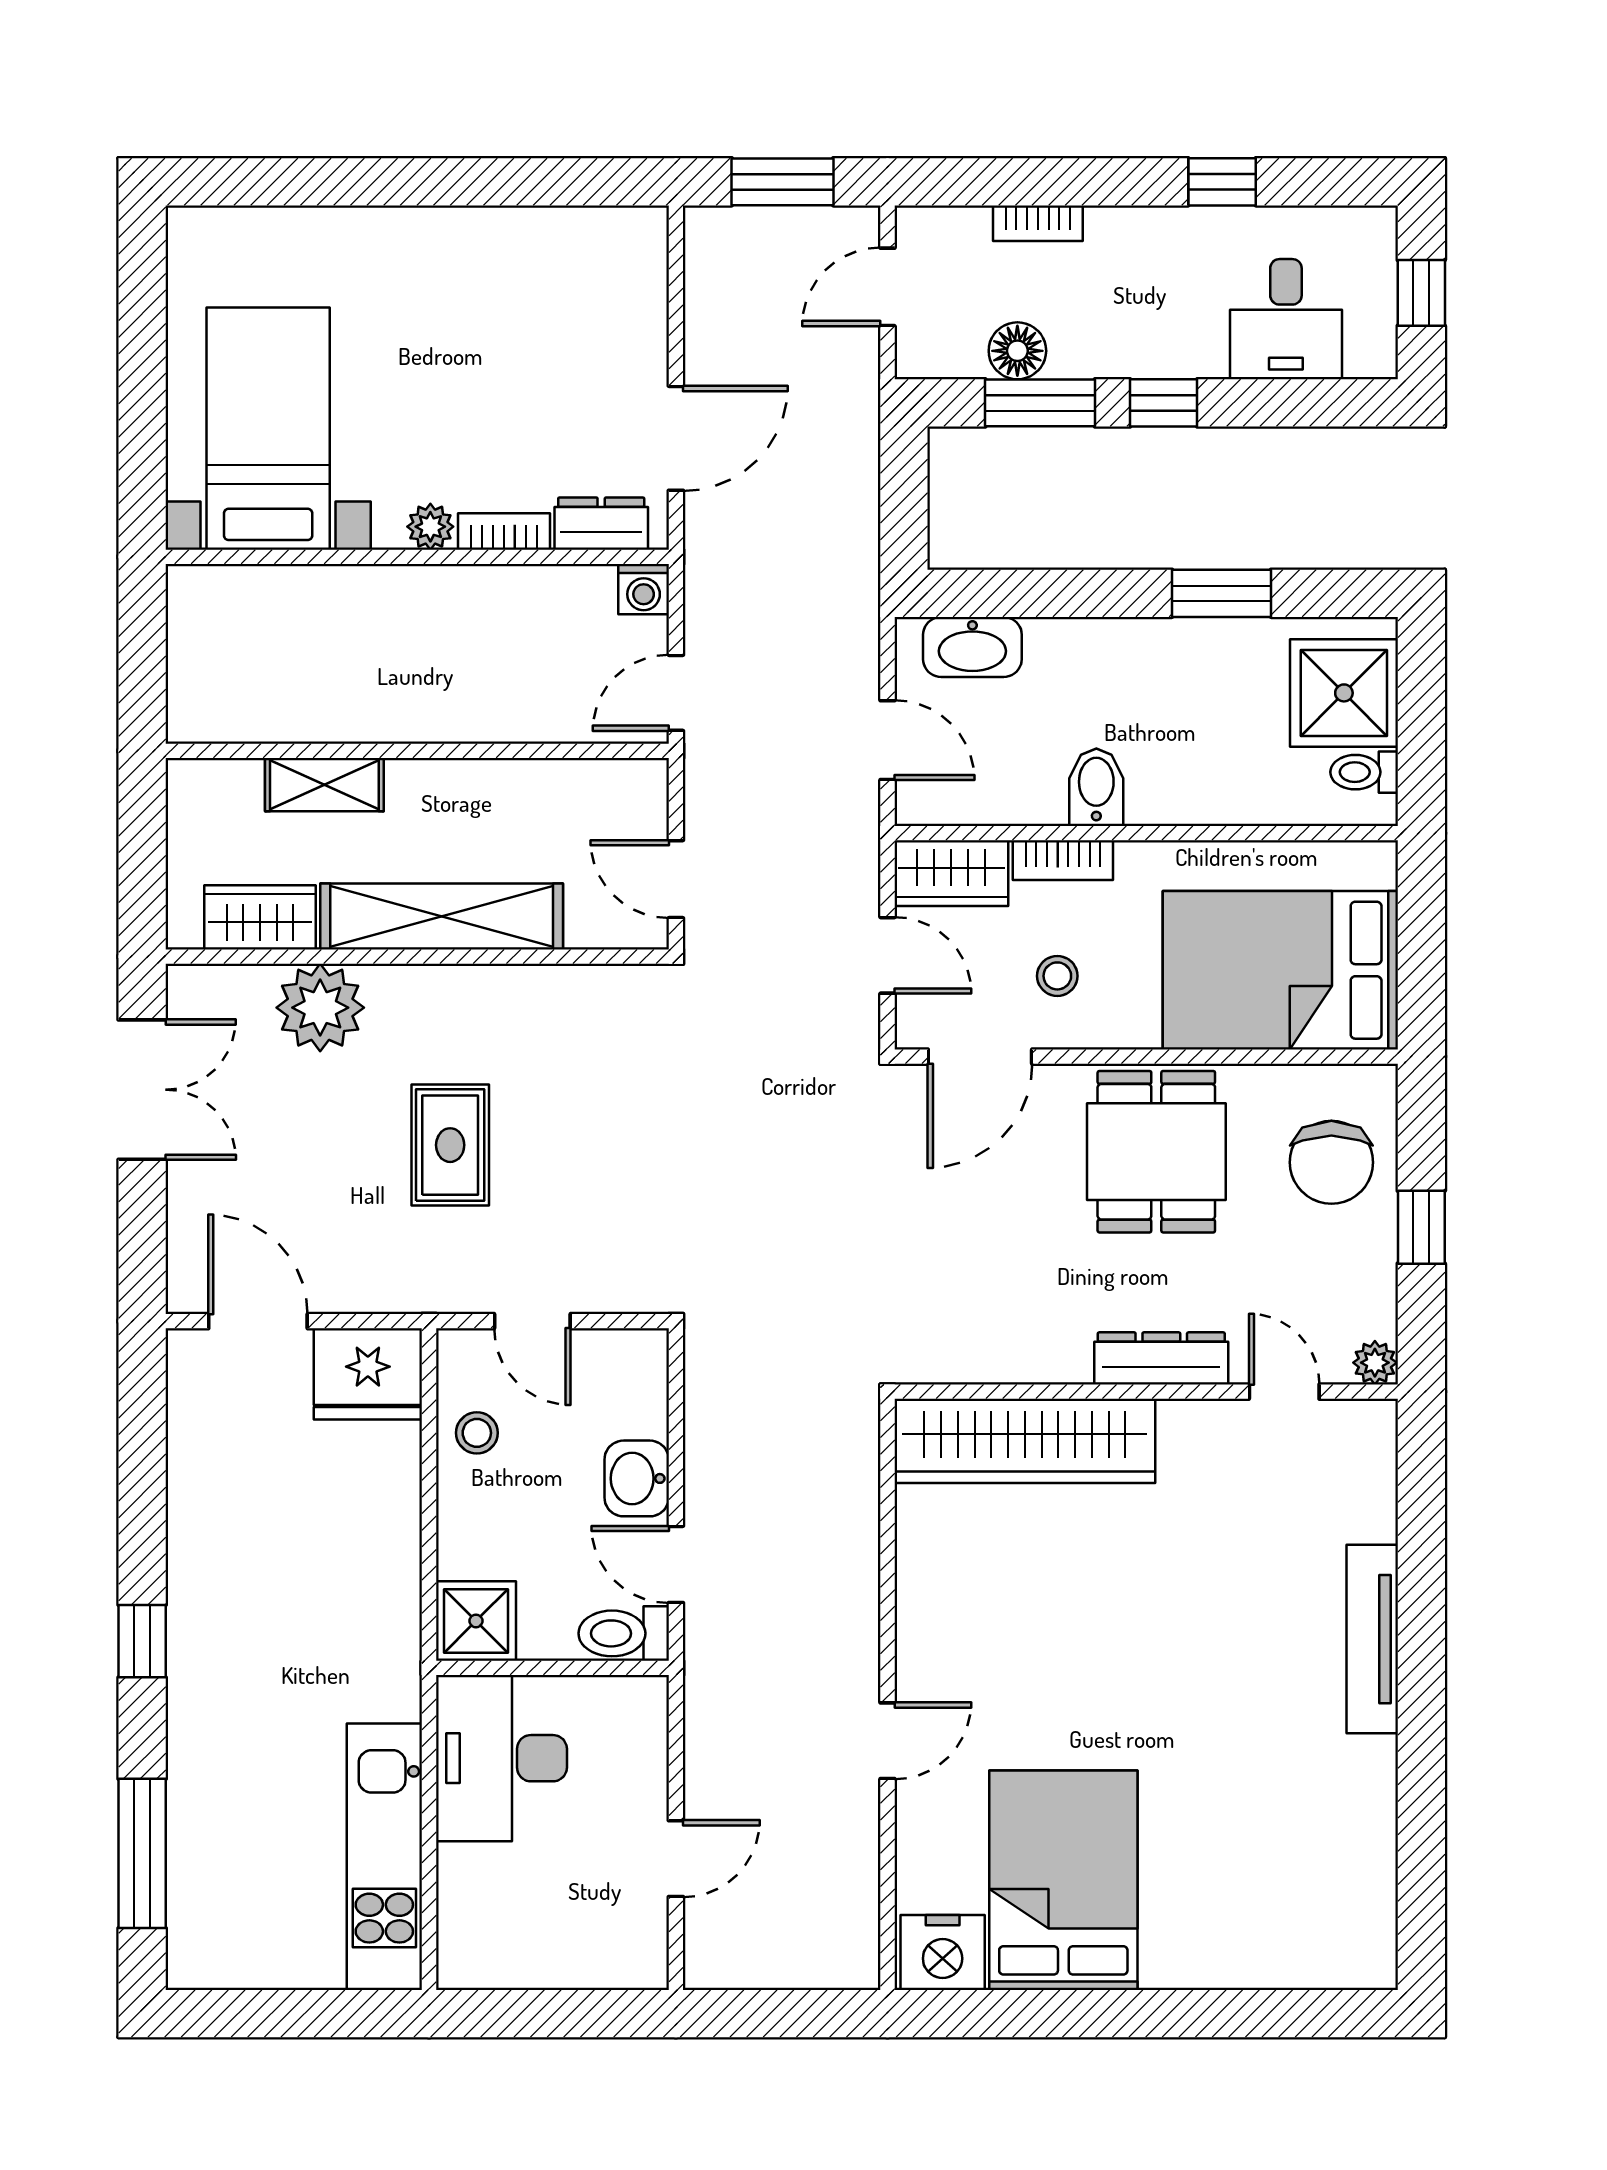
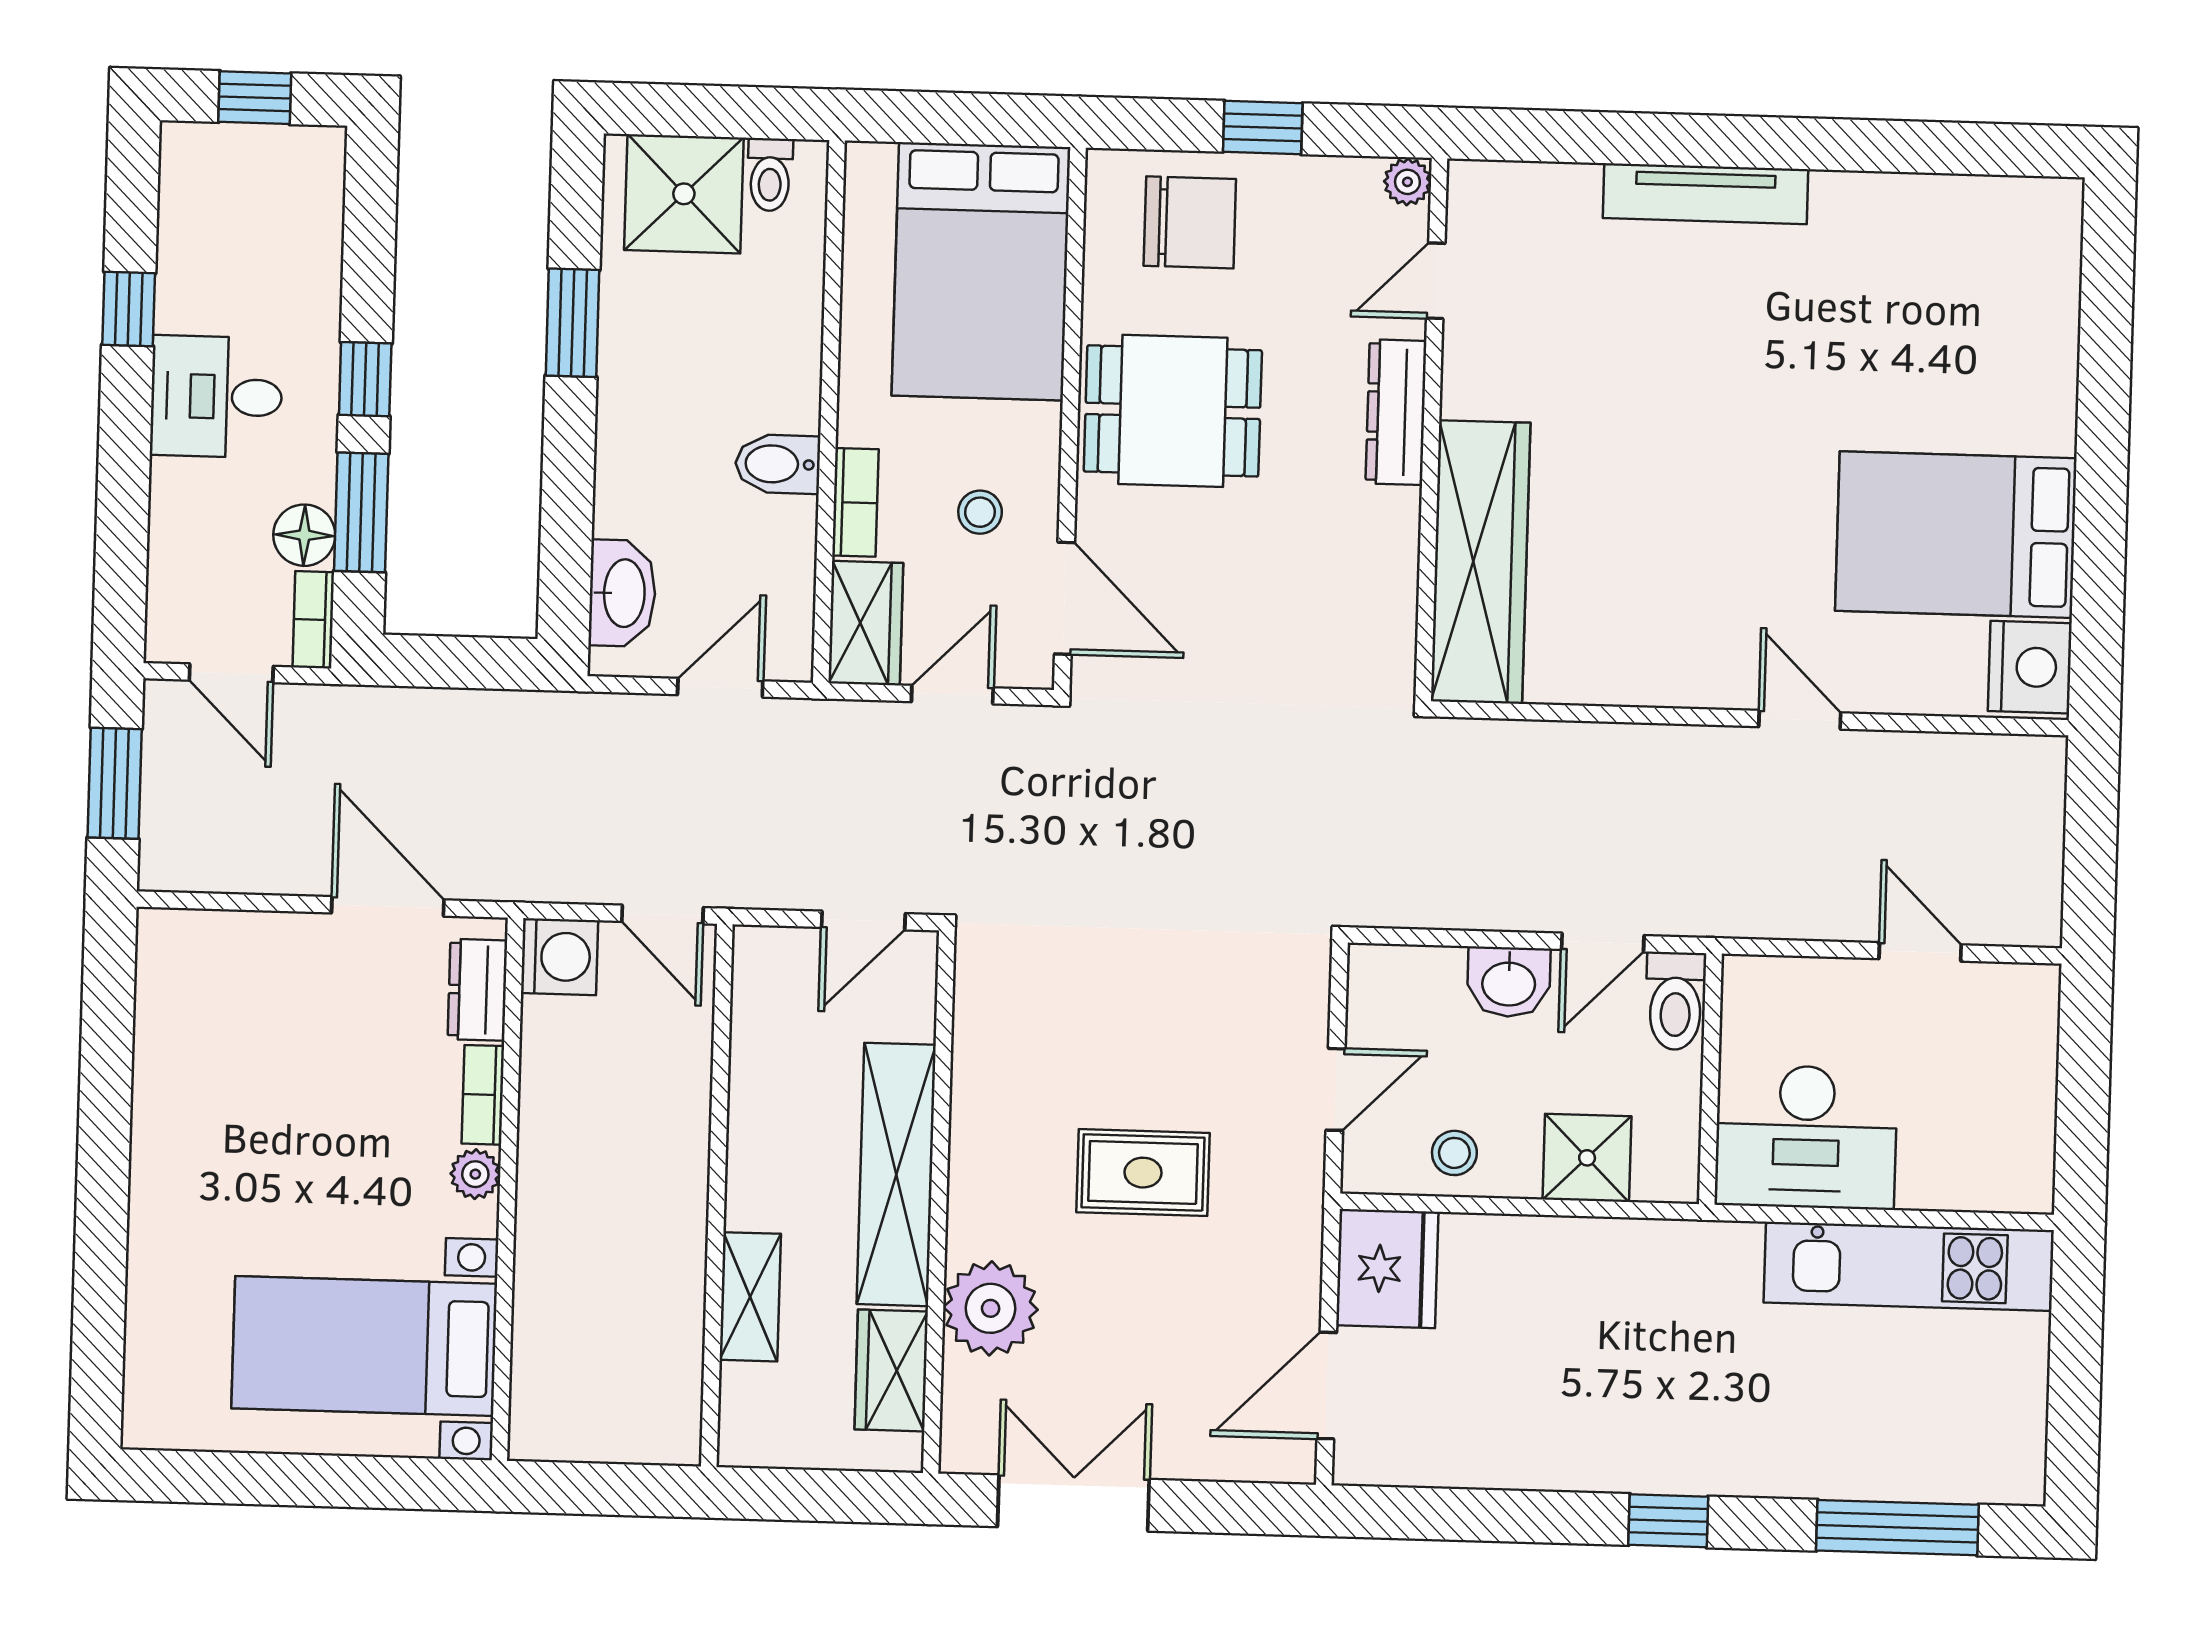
bookcase: (1038, 223) -> (313, 620), moved, turned 180
desk: (1286, 319) -> (216, 397), moved, turned 180
washing machine: (644, 589) -> (560, 957), width x1.38, depth x1.38
shower: (476, 1621) -> (1587, 1158), moved

